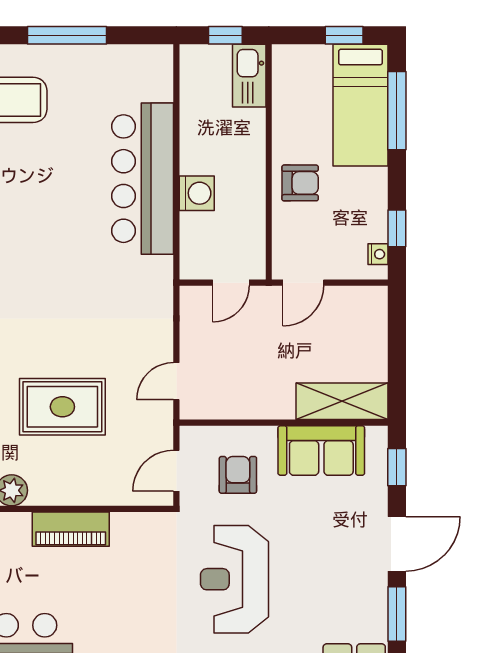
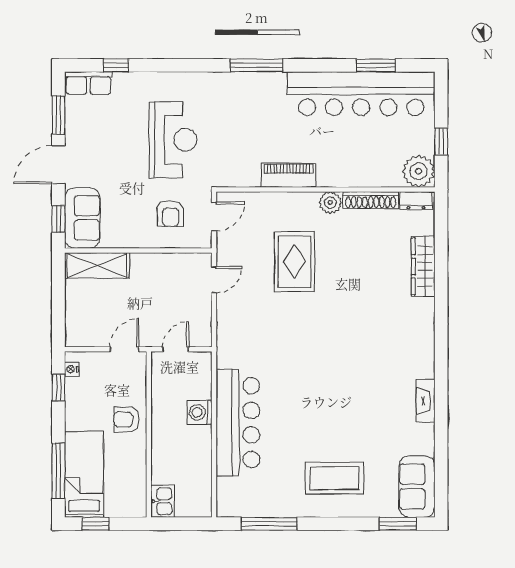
window: (67, 35) -> (269, 524), moved
window: (225, 35) -> (179, 524), removed
kitchen sink: (249, 76) -> (163, 501), width x0.73
rug: (62, 407) -> (294, 262), turned 90
sofa: (321, 451) -> (82, 218), moved, turned 90

